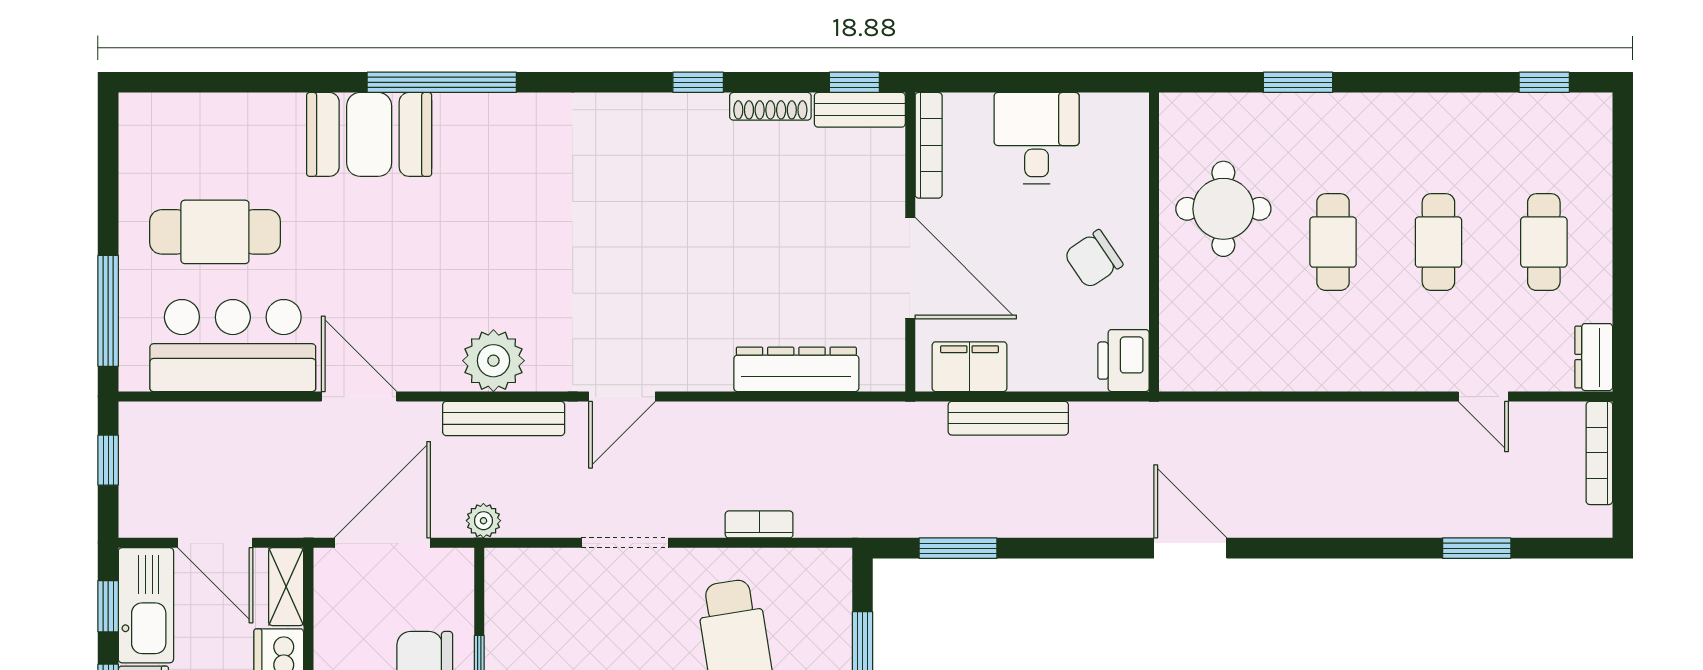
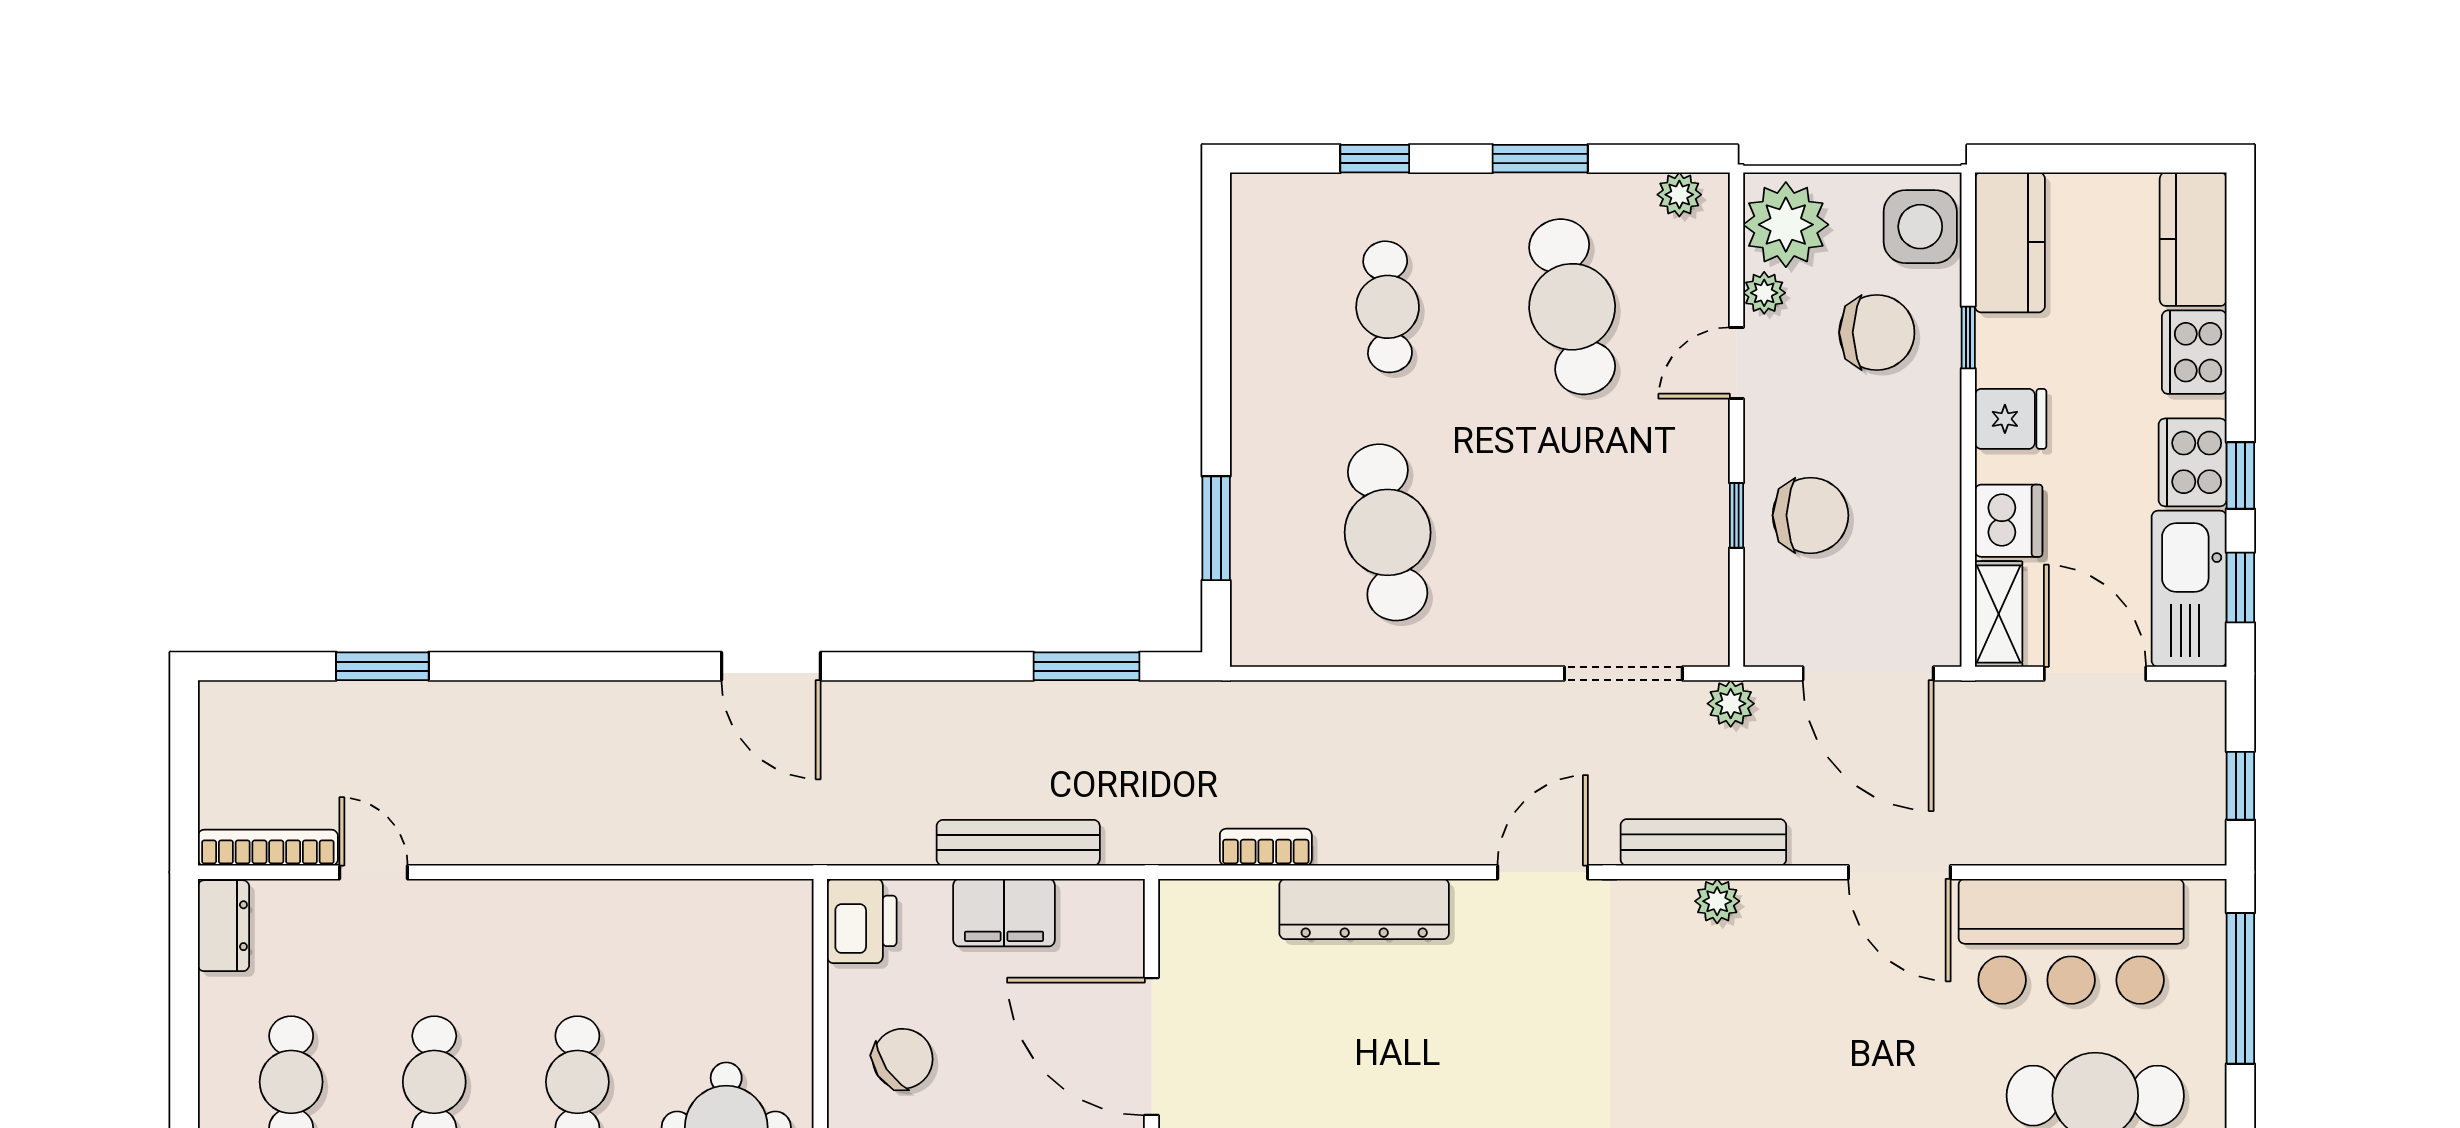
plant: (493, 361) -> (1717, 901), width x0.53, depth x0.53
filing cabinet: (970, 367) -> (1004, 913), moved
dresser: (796, 369) -> (1364, 909), moved
bookcase: (1599, 453) -> (268, 848), moved, turned -90
bookcase: (759, 524) -> (1266, 847), moved, turned 180
door: (382, 543) -> (1868, 673), hinge flipped
doorway: (625, 543) -> (1623, 673), moved

